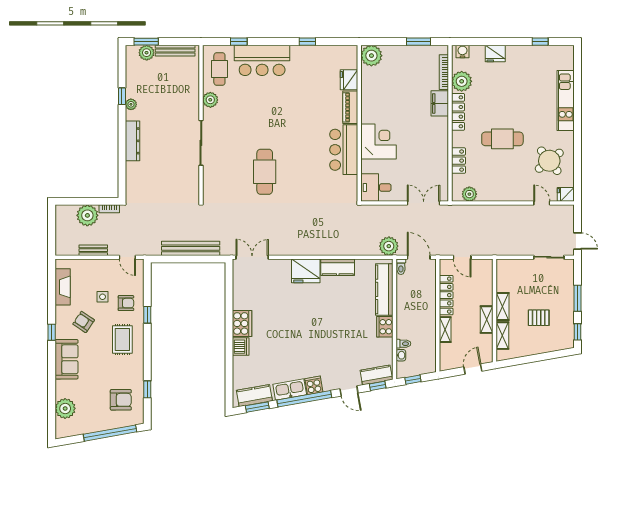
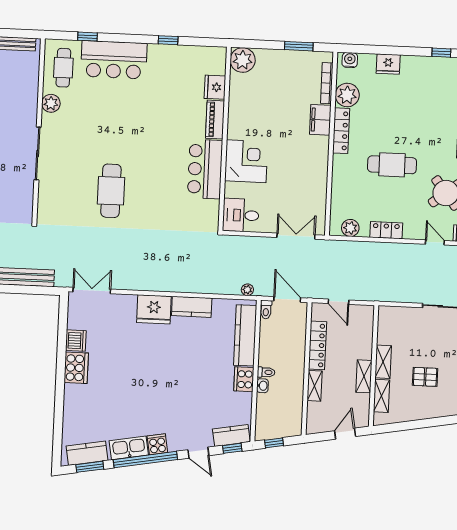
locker: (458, 161) -> (386, 230), moved, turned -90
plant: (389, 246) -> (247, 290), width x0.53, depth x0.53
toilet: (403, 344) -> (266, 372), moved
dishwasher: (241, 347) -> (76, 341), moved
washbasin: (401, 355) -> (262, 386), moved

